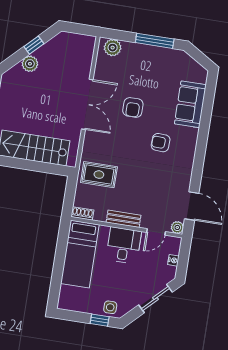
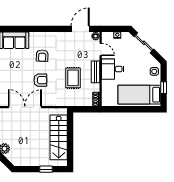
armchair: (133, 107) -> (40, 80), moved
rug: (99, 175) -> (73, 78), moved
bed: (80, 254) -> (139, 95), moved, turned 180
window: (100, 320) -> (164, 88), moved

